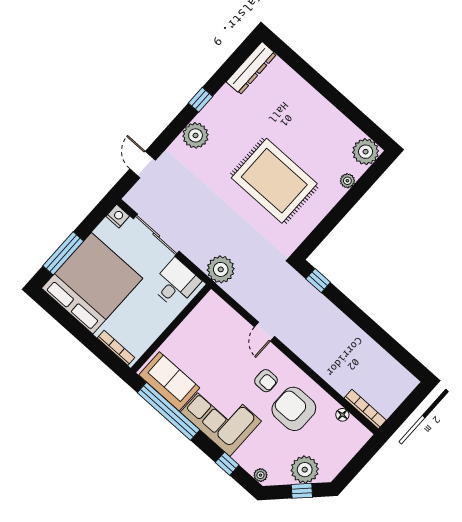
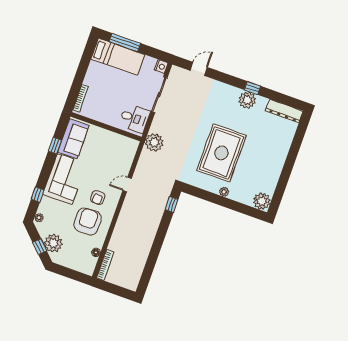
plant: (196, 135) -> (247, 100), moved
plant: (347, 181) -> (224, 192), moved
bed: (92, 283) -> (118, 57), width x0.49
window: (168, 411) -> (55, 146), width x0.32

